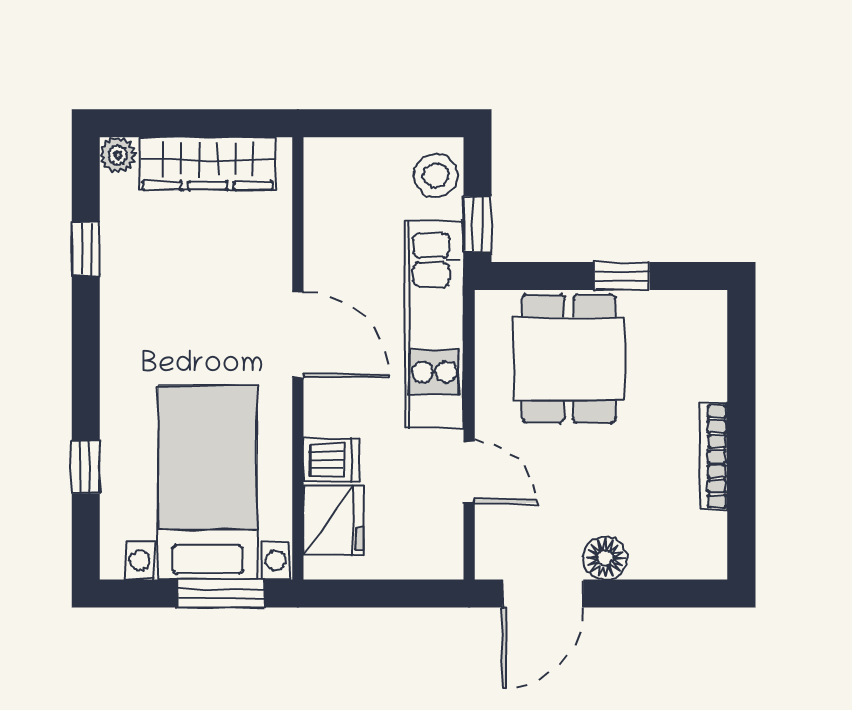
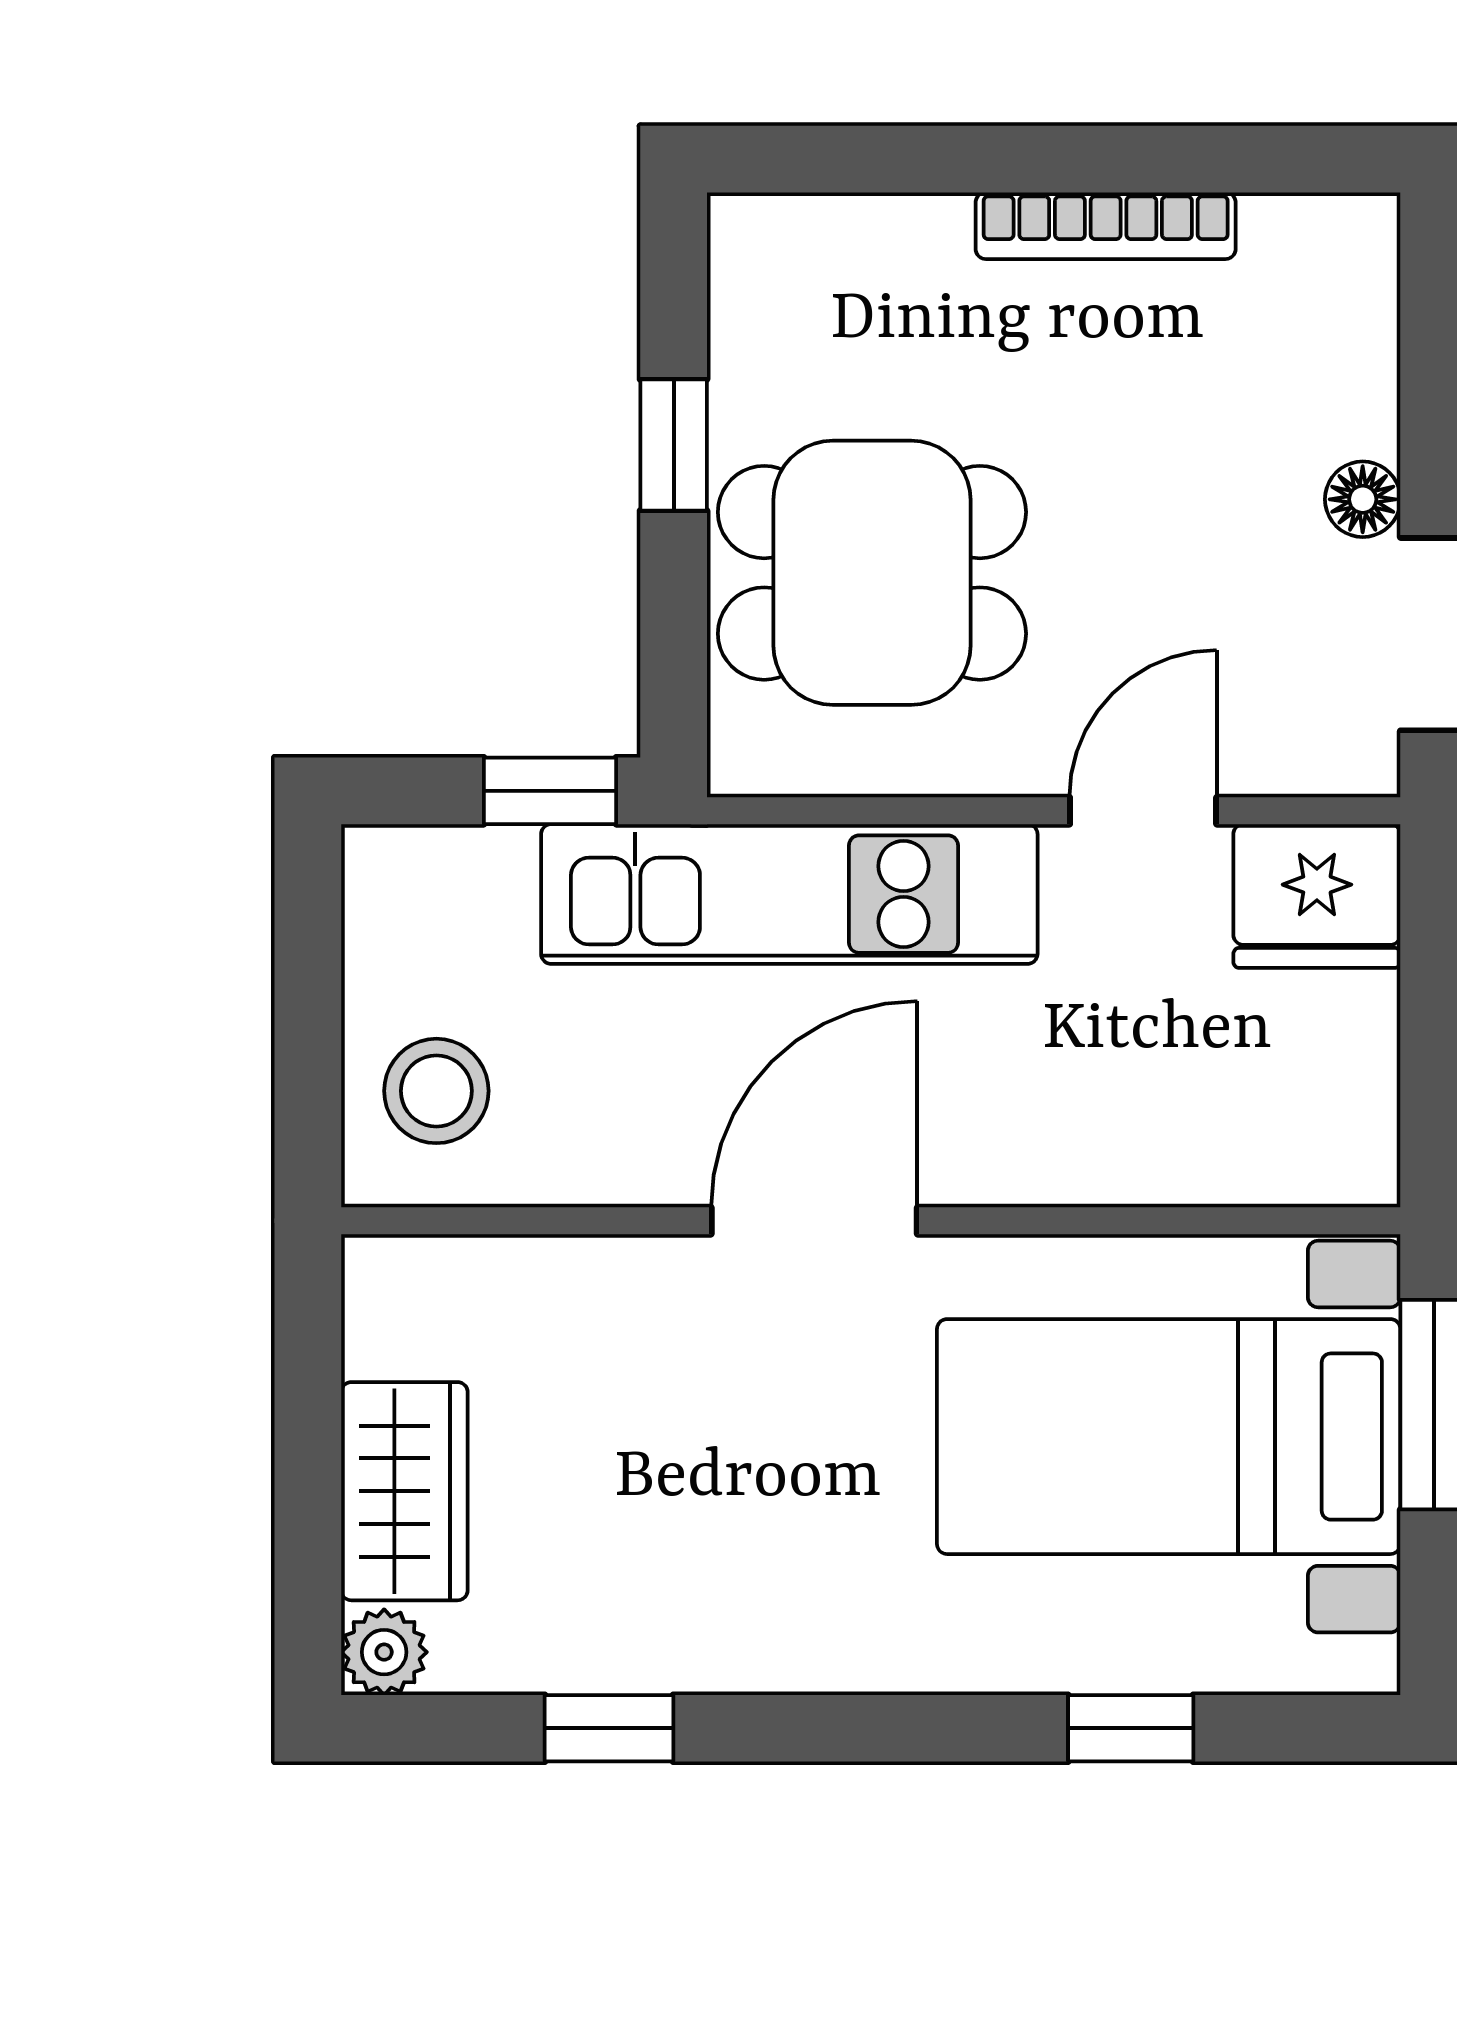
wardrobe: (208, 163) -> (404, 1491), width x0.67
stool: (436, 176) -> (436, 1091), moved
dishwasher: (331, 460) -> (1115, 1141), removed
fridge: (333, 520) -> (1317, 896), moved, turned 180
floor lamp: (605, 558) -> (1363, 499), width x0.73, depth x0.73

